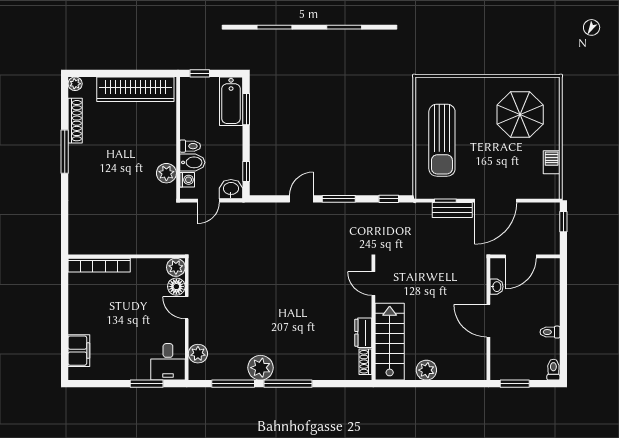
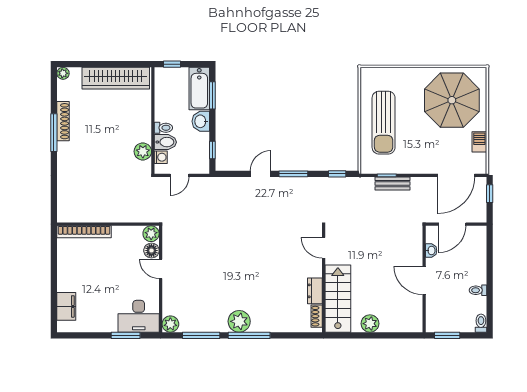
parasol: (520, 115) -> (452, 100), width x1.36, depth x1.36
shoe rack: (75, 121) -> (63, 121), moved
washbasin: (231, 189) -> (201, 121), moved, turned -90
door: (496, 201) -> (456, 175), moved
plant: (198, 354) -> (170, 324), moved
desk: (168, 362) -> (139, 316), width x1.37
plant: (261, 368) -> (239, 321), moved

